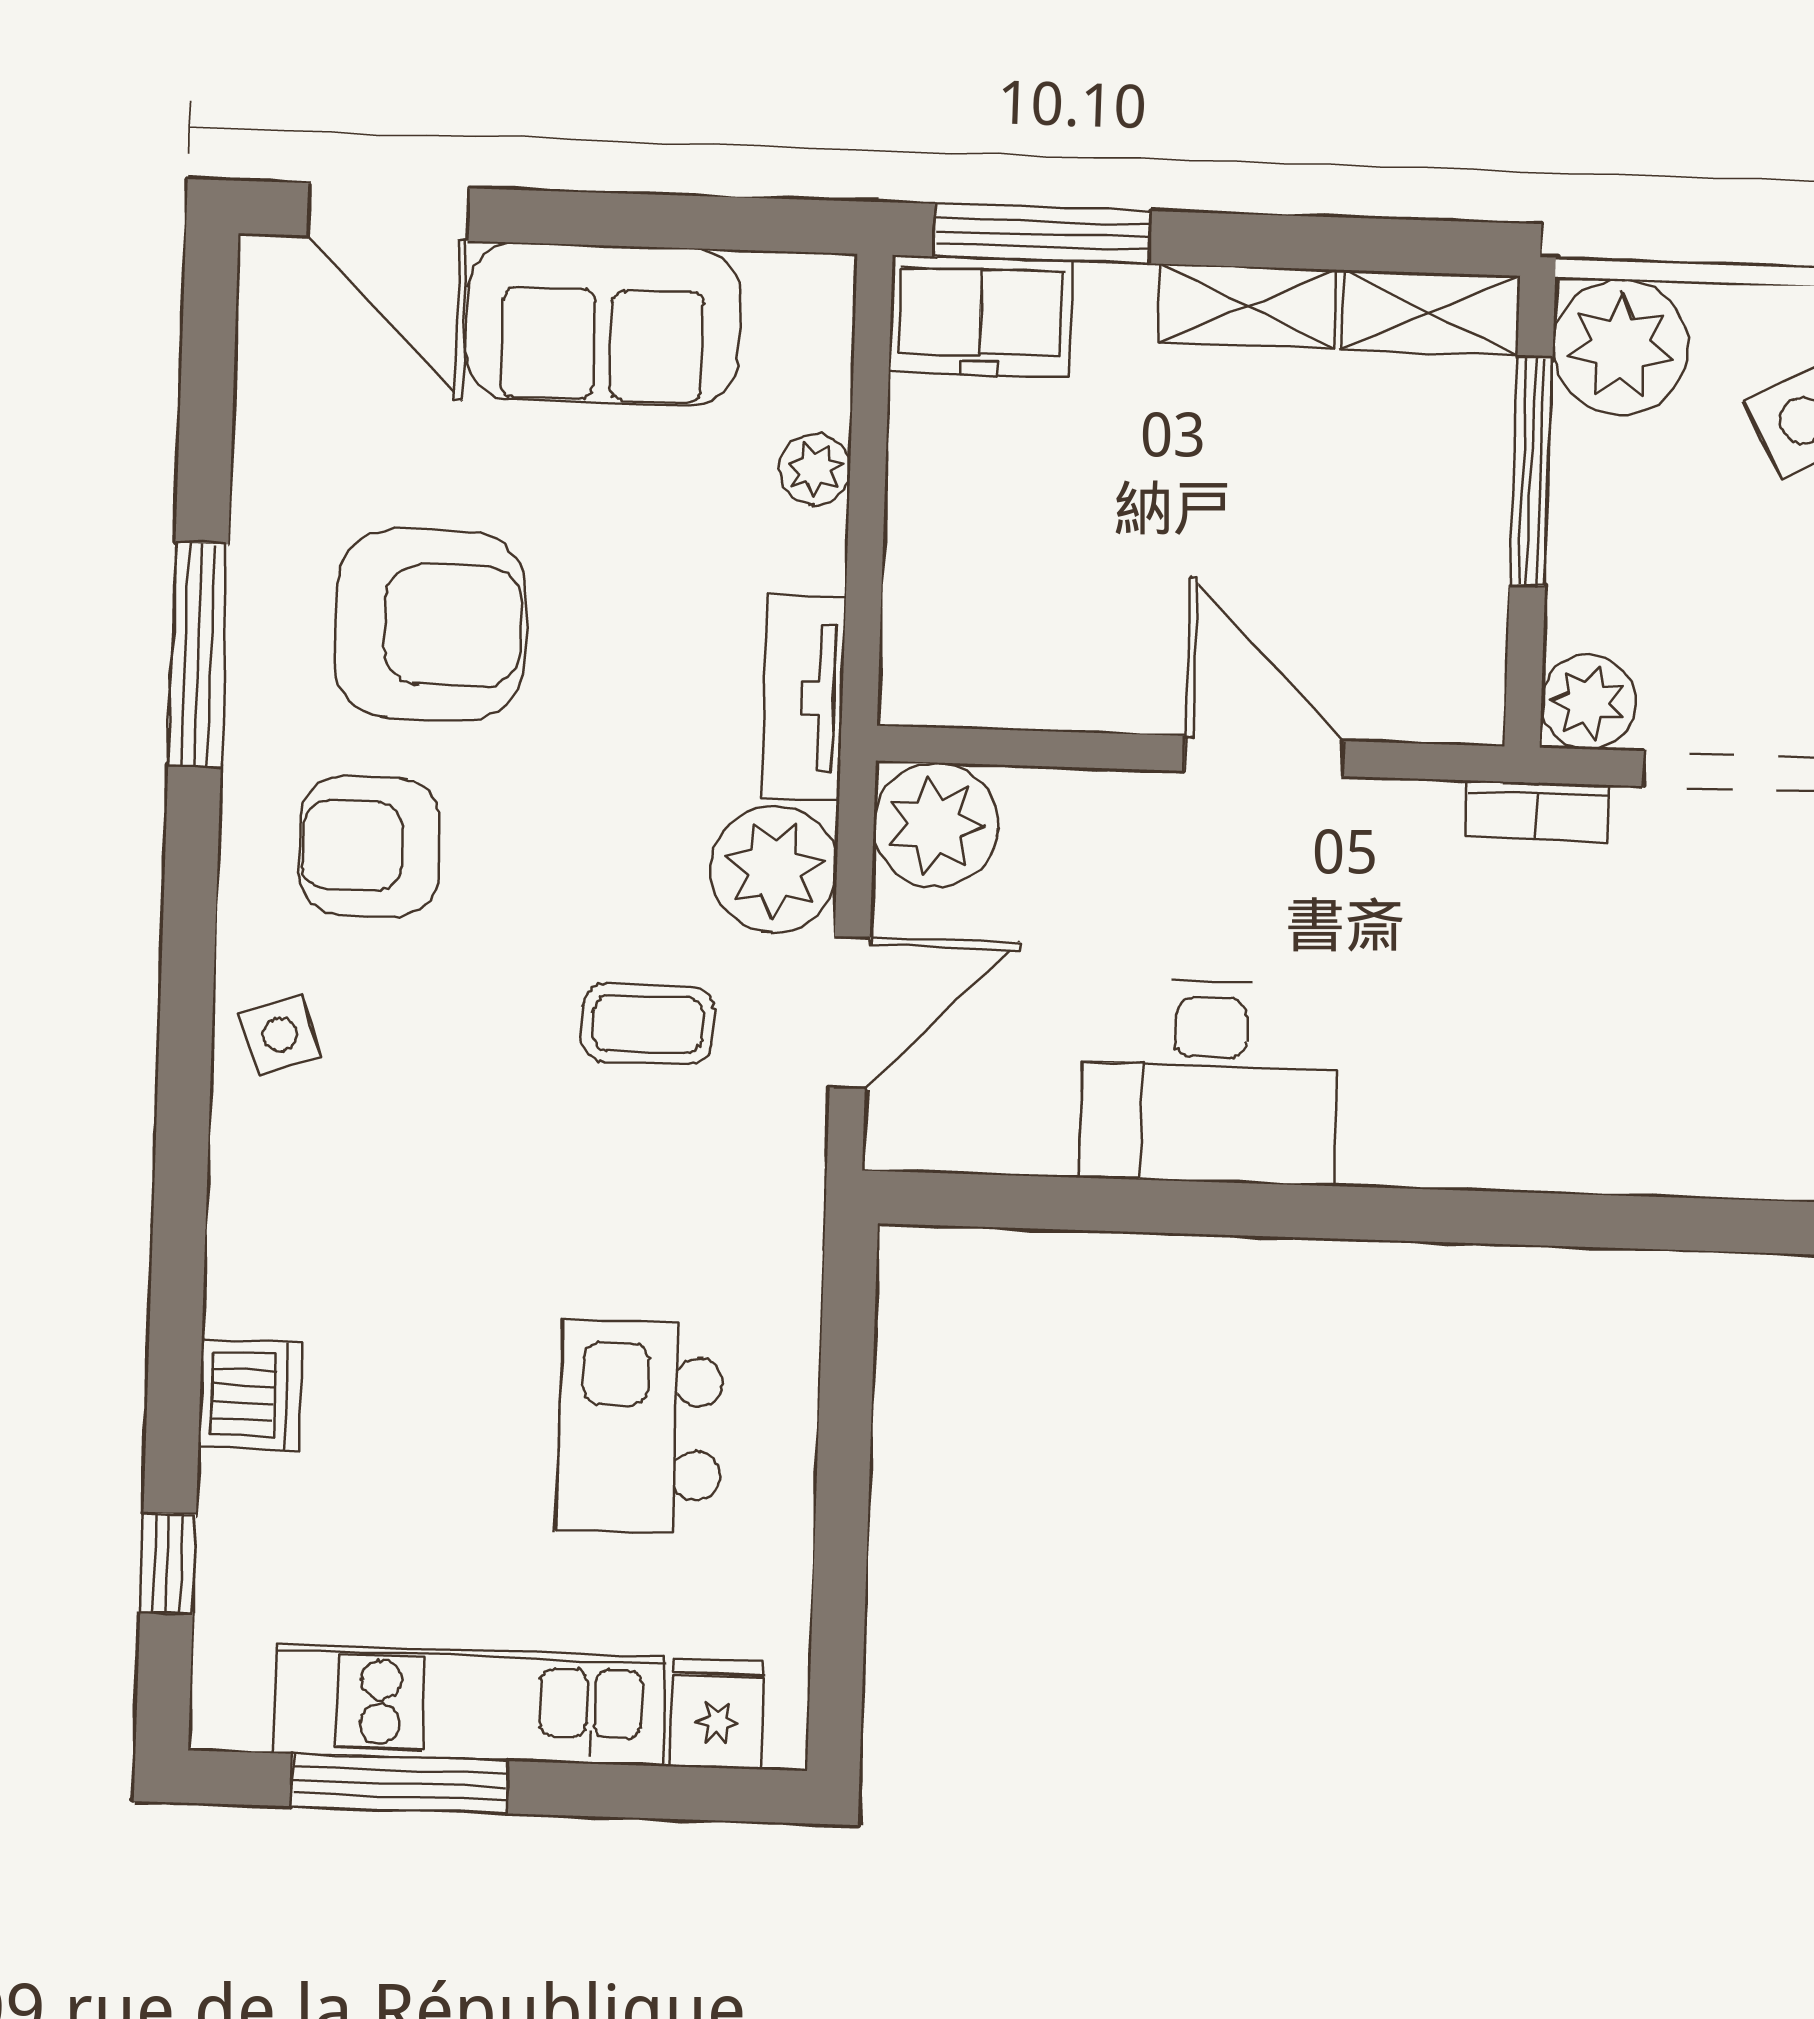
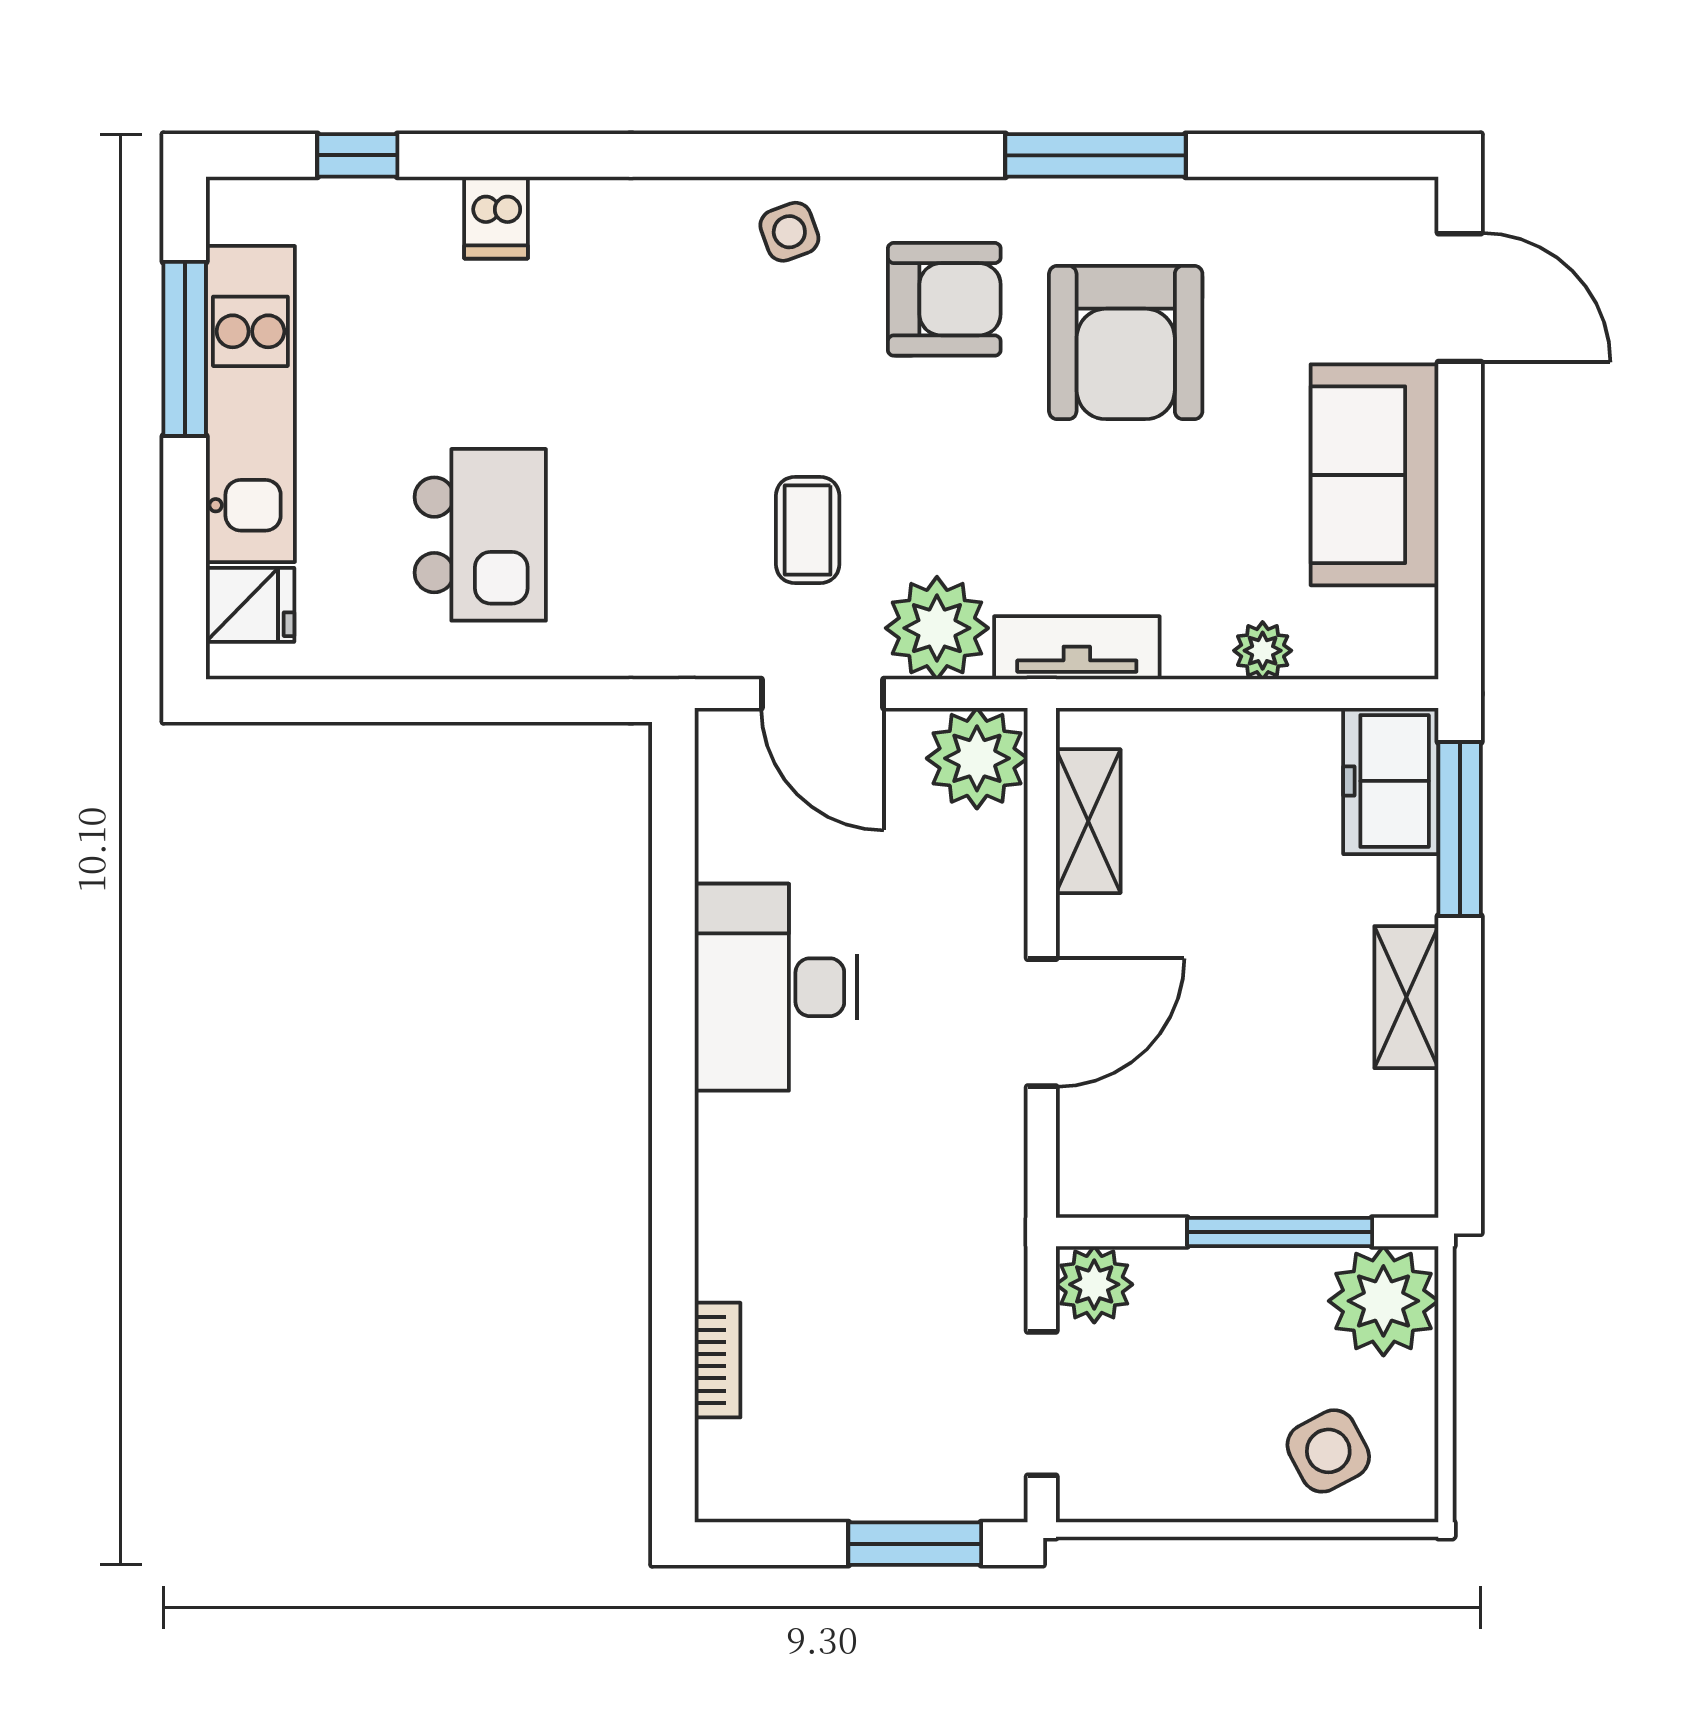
door: (388, 212) -> (1460, 298), swing flipped
shelving: (1430, 313) -> (1088, 821), moved
bookcase: (1537, 811) -> (718, 1360), moved, turned 180
armchair: (369, 846) -> (944, 299), turned 90
dishwasher: (250, 1395) -> (496, 218), width x0.73
kitchen island: (640, 1427) -> (480, 535), turned 90

